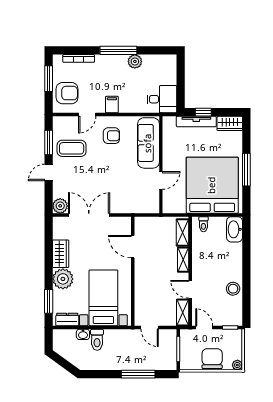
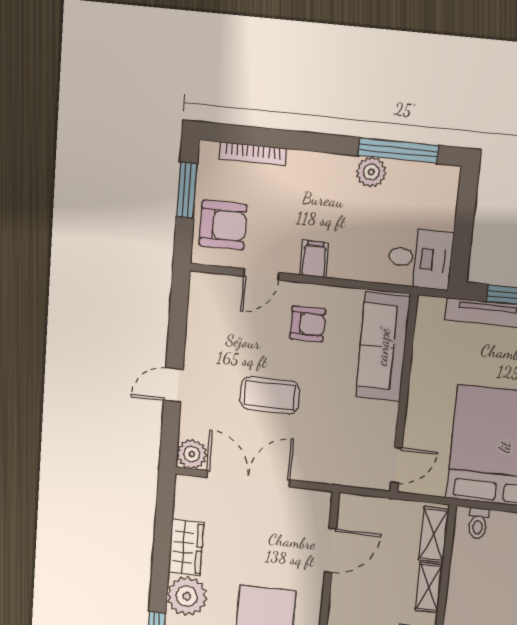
window: (118, 50) -> (398, 151), moved
window: (49, 143) -> (178, 324), removed
coffee table: (72, 148) -> (270, 395), moved
door: (161, 180) -> (396, 465), moved
door: (133, 247) -> (330, 551), swing flipped

